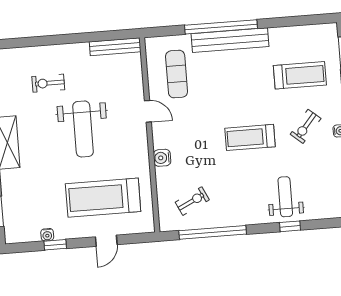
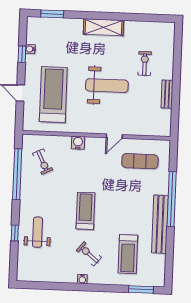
bench: (230, 40) -> (160, 224), moved
bench: (115, 47) -> (167, 94), moved, width x0.73
weight bench: (83, 129) -> (107, 86), turned 180
weight bench: (285, 197) -> (37, 232), turned -90

